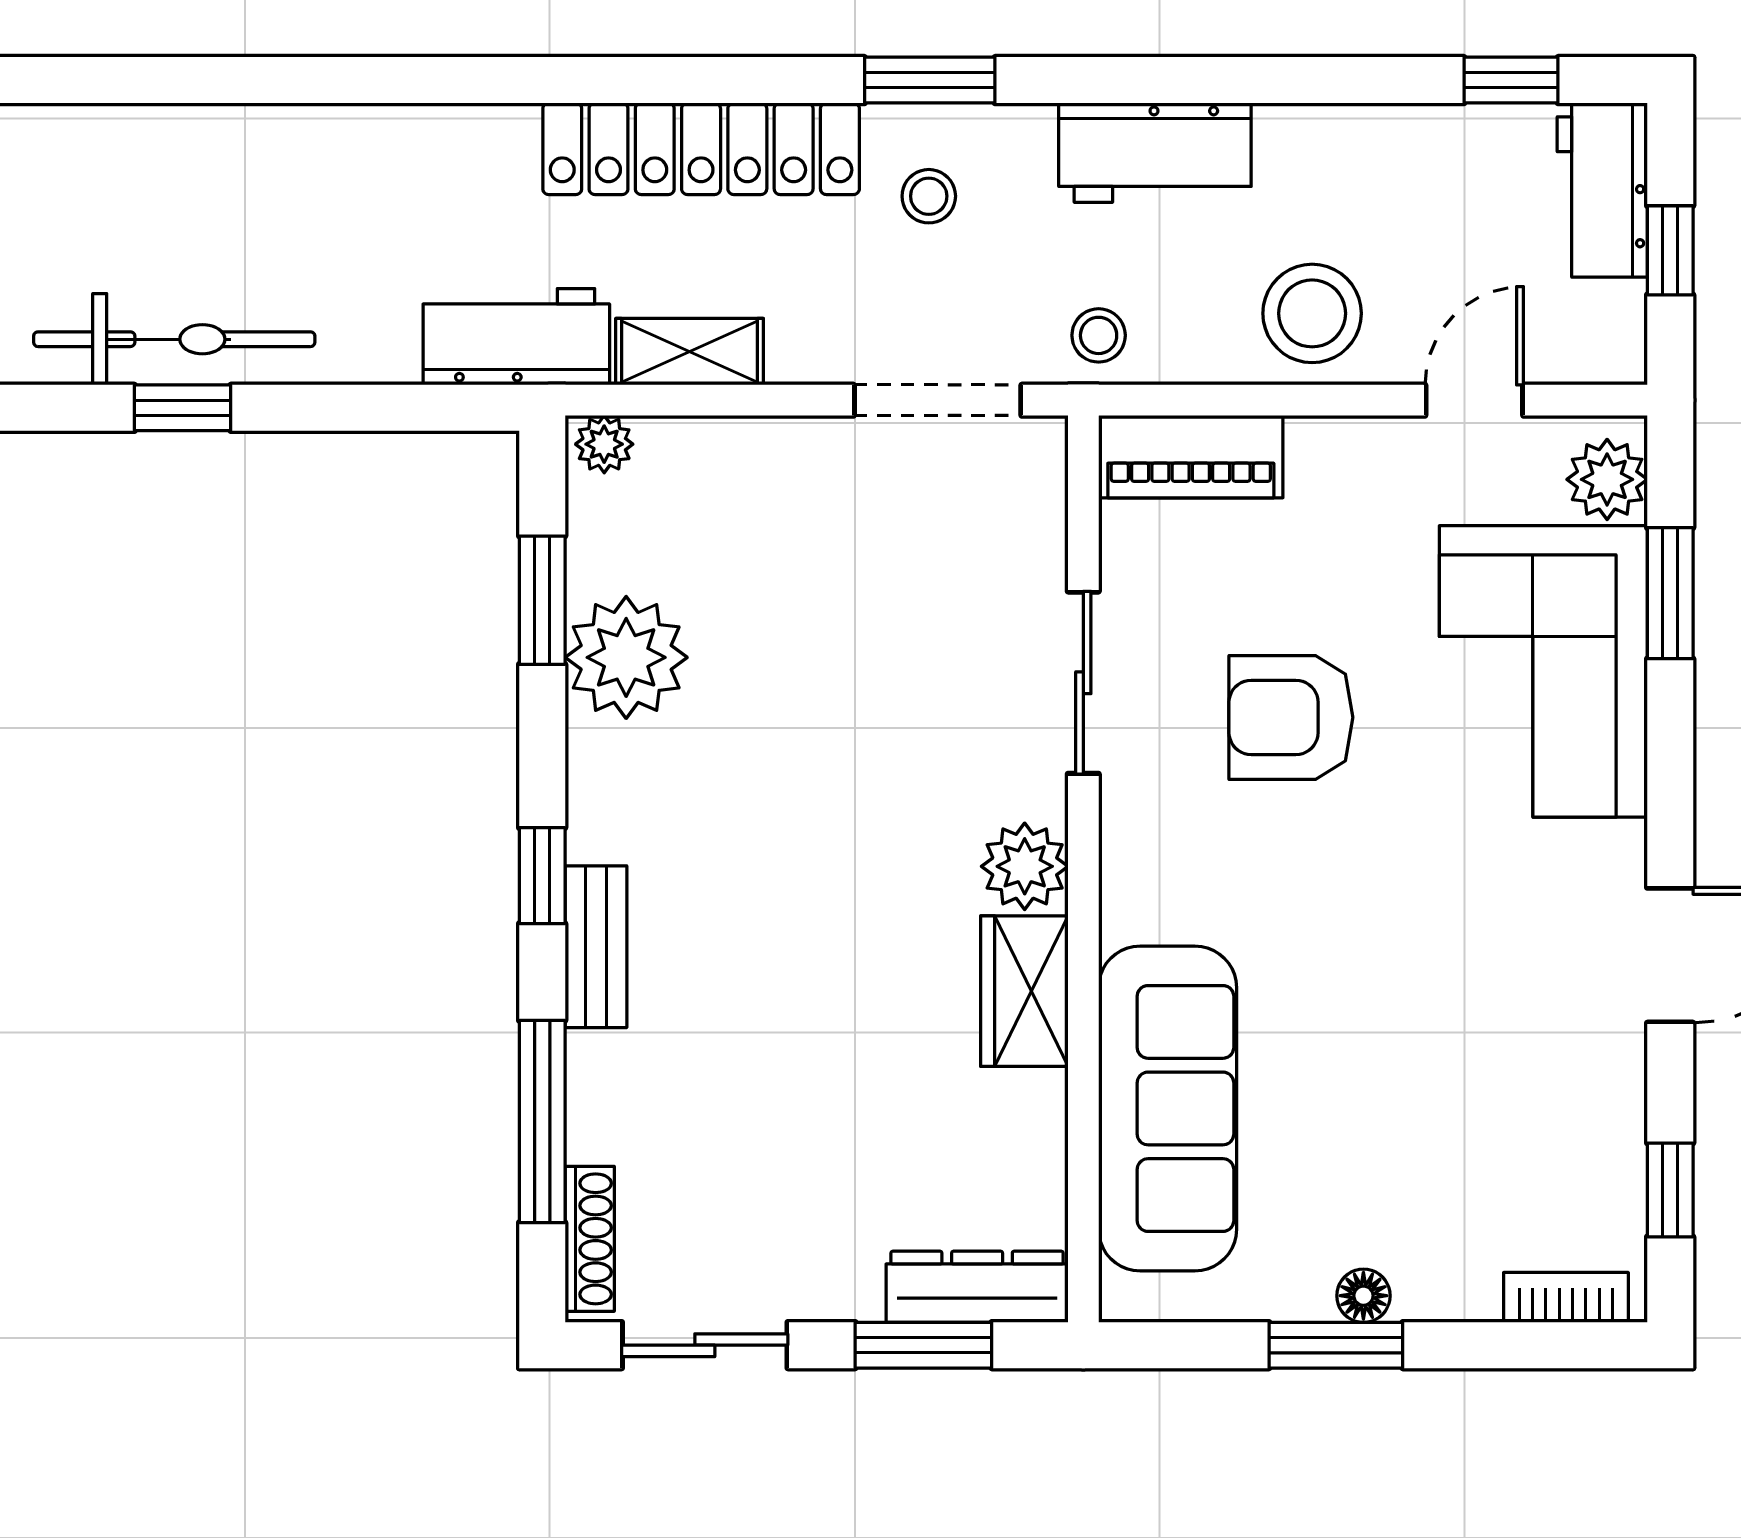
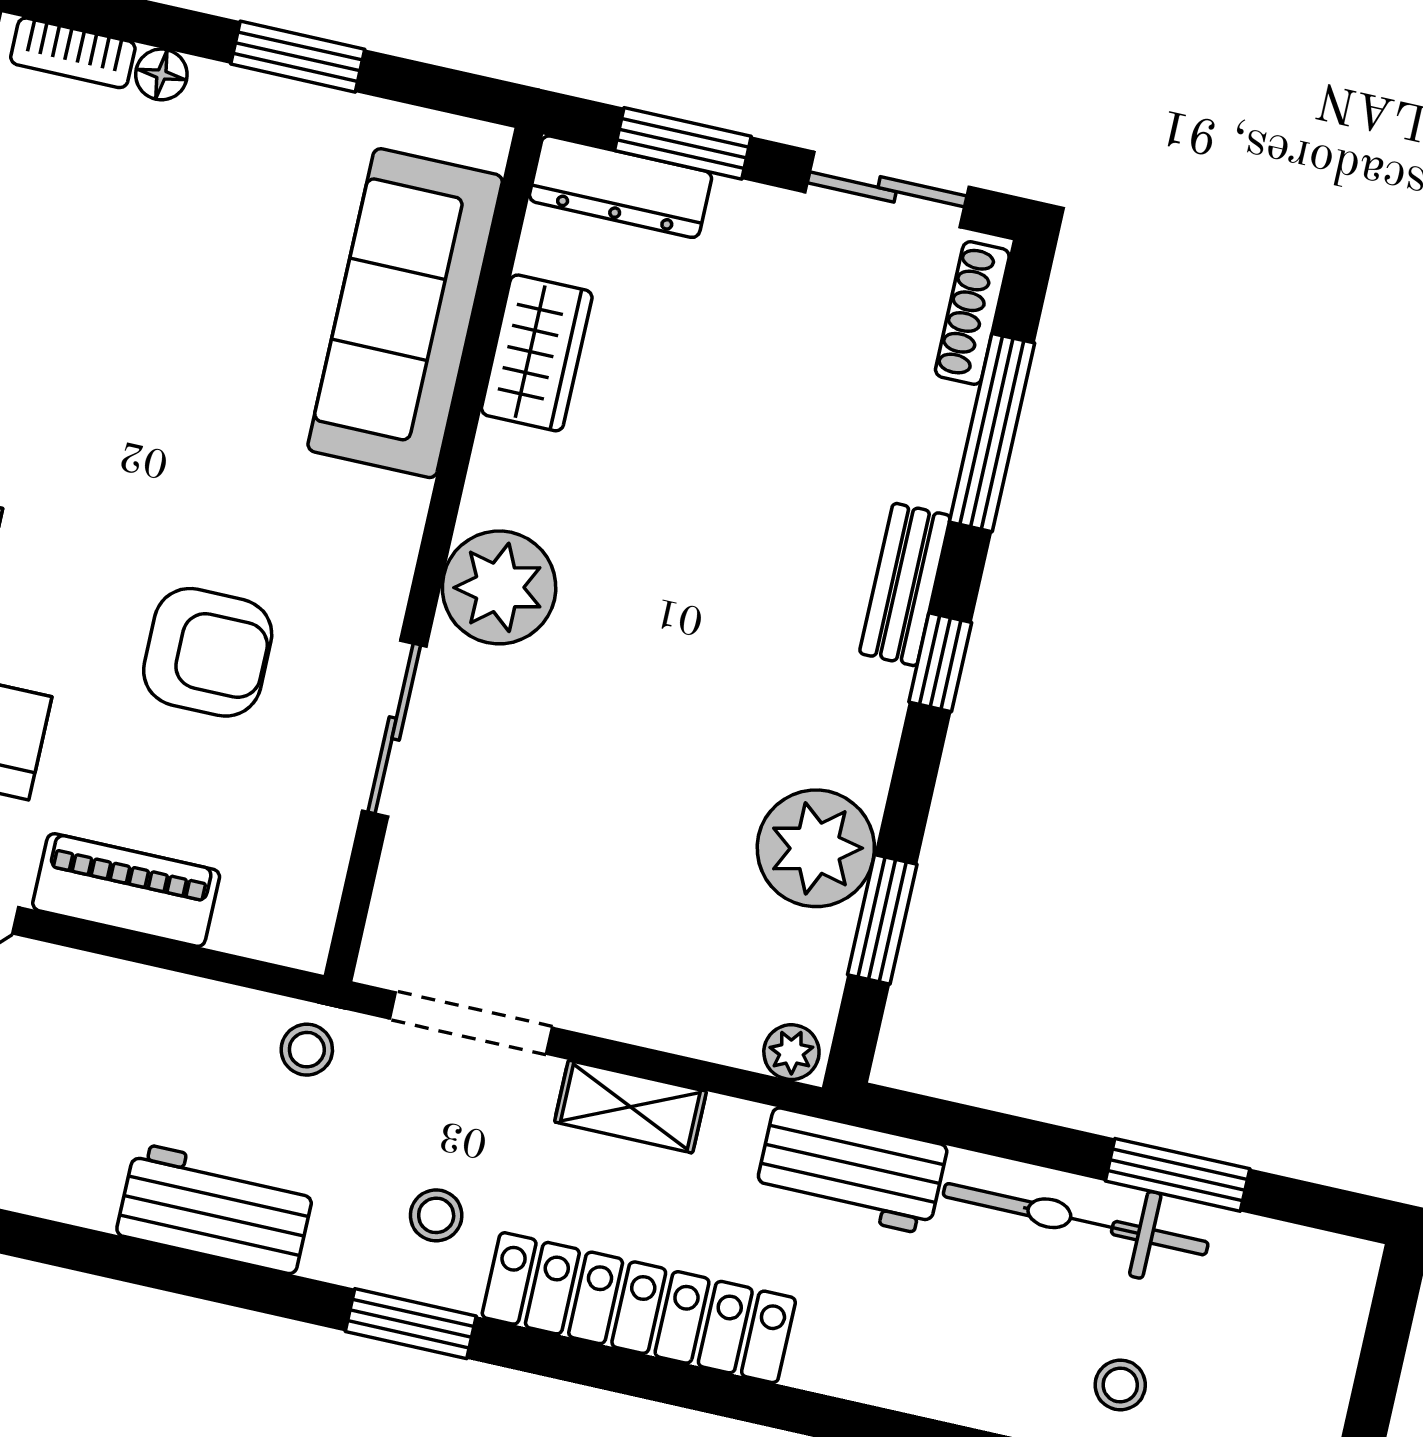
stool: (1312, 313) -> (1120, 1385), moved, width x0.53, depth x0.53
bicycle: (174, 339) -> (1076, 1219), moved
shelving: (690, 352) -> (630, 1107), moved
window: (183, 408) -> (1178, 1175), width x1.50
piano: (1191, 457) -> (126, 890), moved
plant: (1025, 866) -> (499, 587), width x1.36, depth x1.36
wardrobe: (1024, 991) -> (537, 353), moved
floor lamp: (1363, 1296) -> (161, 74), moved

